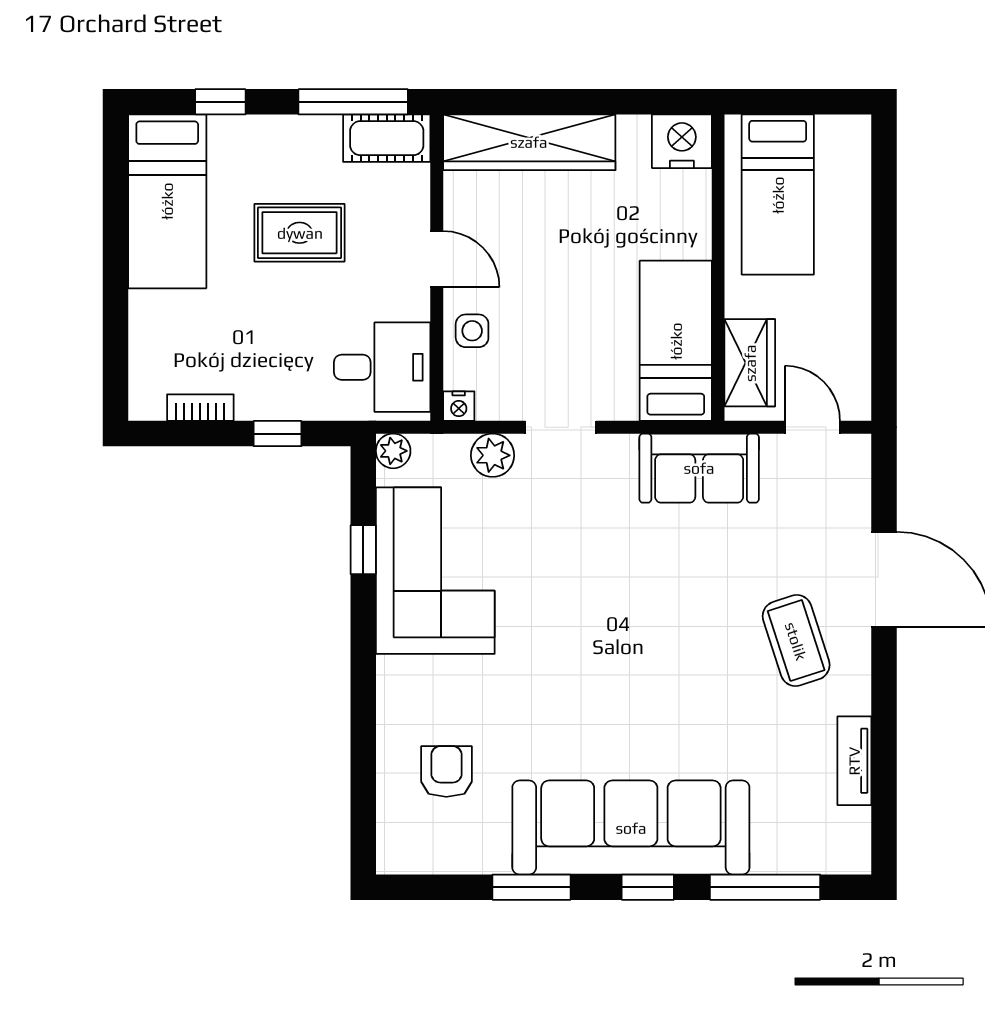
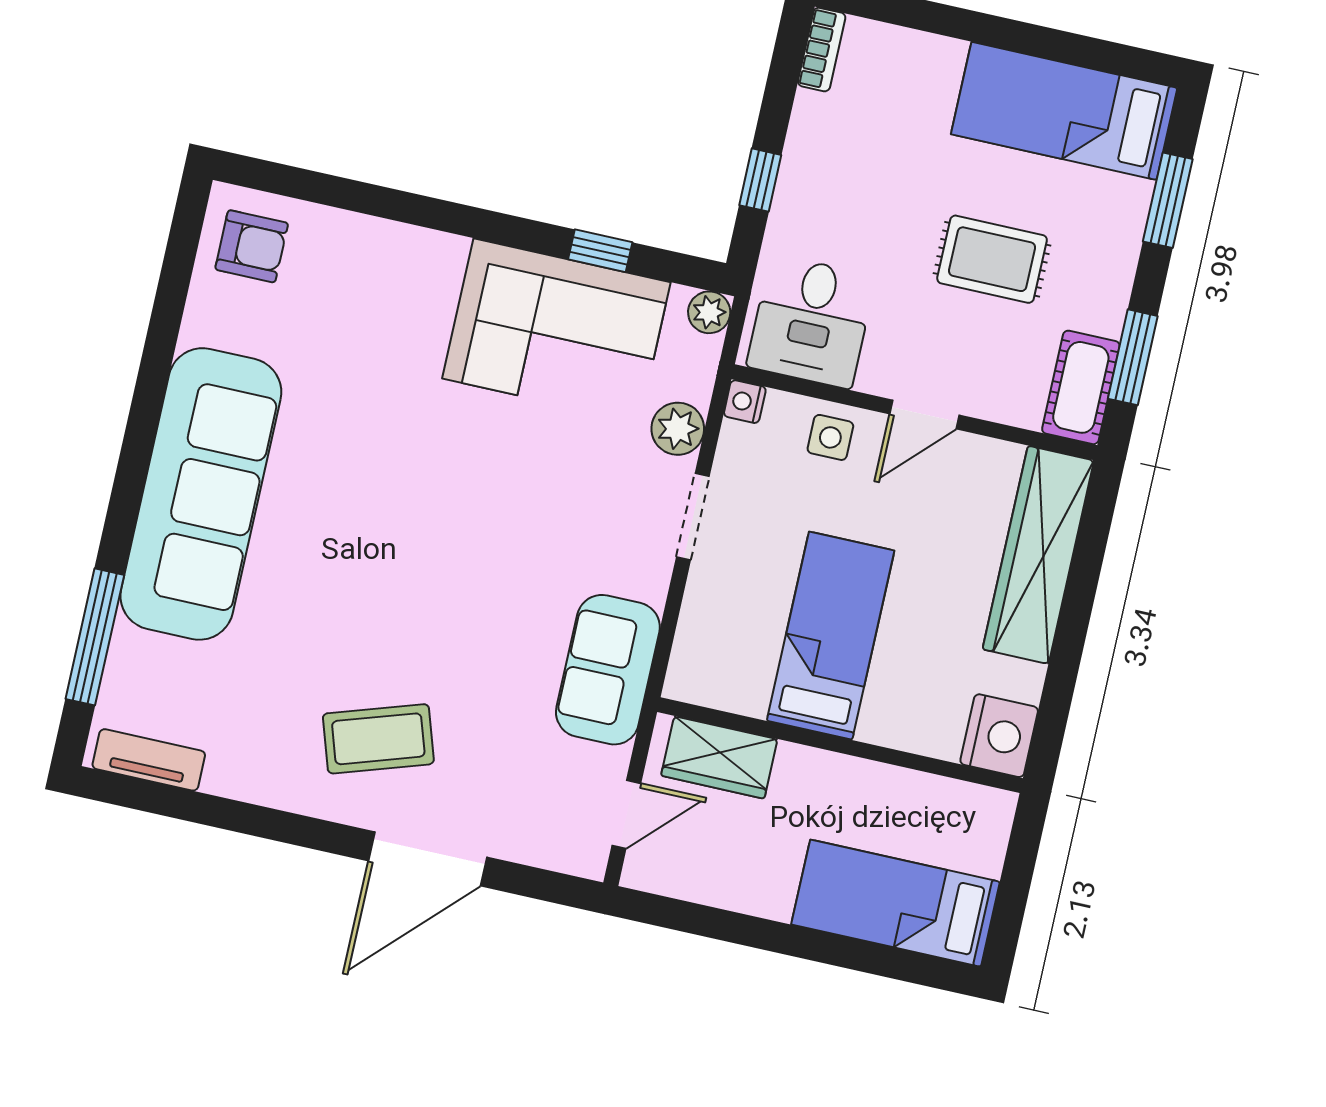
window: (220, 102) -> (1168, 200), width x1.50
window: (353, 102) -> (1133, 357), width x0.69
bed: (778, 195) -> (896, 903), moved
rug: (300, 233) -> (992, 259), turned 90
bed: (676, 341) -> (831, 636), moved, turned -90
bookcase: (200, 408) -> (822, 50), moved
tv unit: (854, 761) -> (149, 760), moved
armchair: (446, 771) -> (252, 246), moved
window: (531, 887) -> (157, 361), removed
window: (648, 887) -> (126, 498), removed

